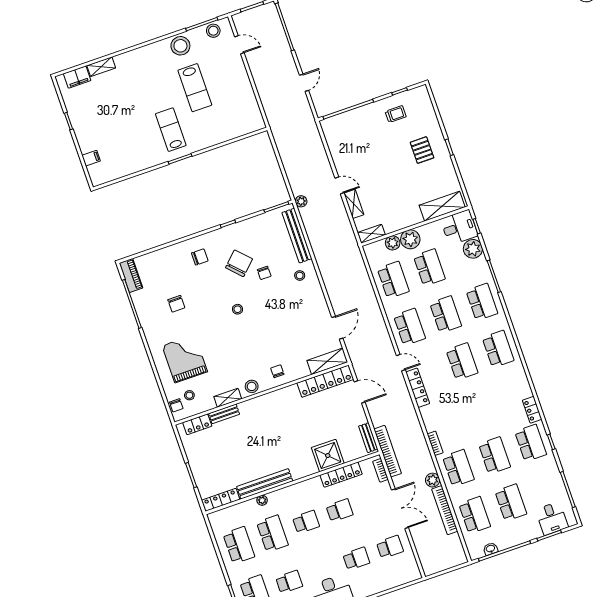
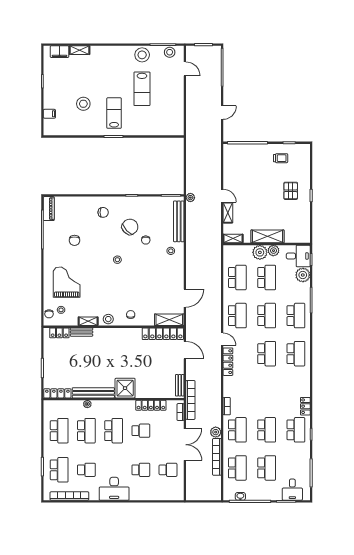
stool: (129, 131) -> (83, 104), added
shelving: (442, 206) -> (267, 236), moved
plant: (393, 243) -> (273, 251), moved
shower: (328, 456) -> (125, 388), moved
school desk: (306, 522) -> (114, 431), width x1.85

